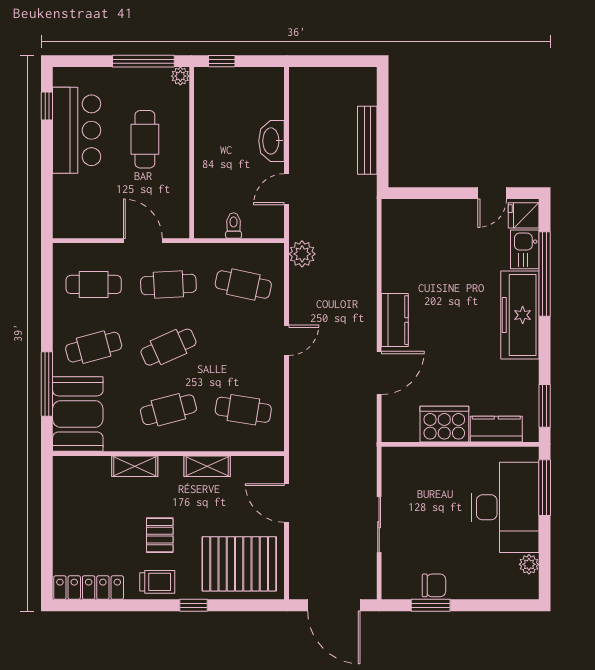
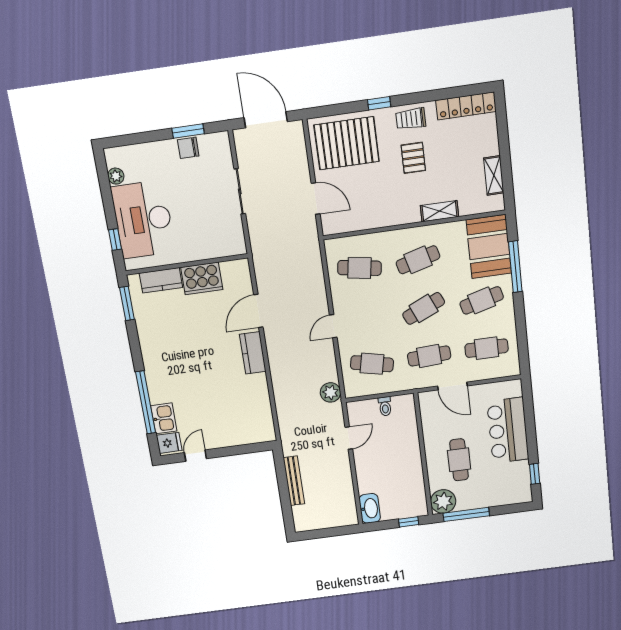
plant: (180, 76) -> (443, 501), width x1.87, depth x1.87
bar counter: (77, 130) -> (508, 430), moved
washbasin: (272, 141) -> (370, 508), moved
freezer: (520, 315) -> (159, 370), removed
shelving: (207, 466) -> (494, 175), moved, turned 90
window: (545, 488) -> (115, 240), width x0.46

